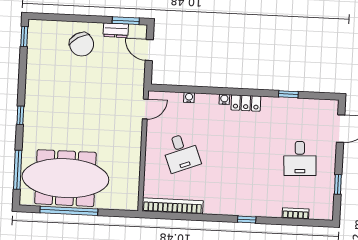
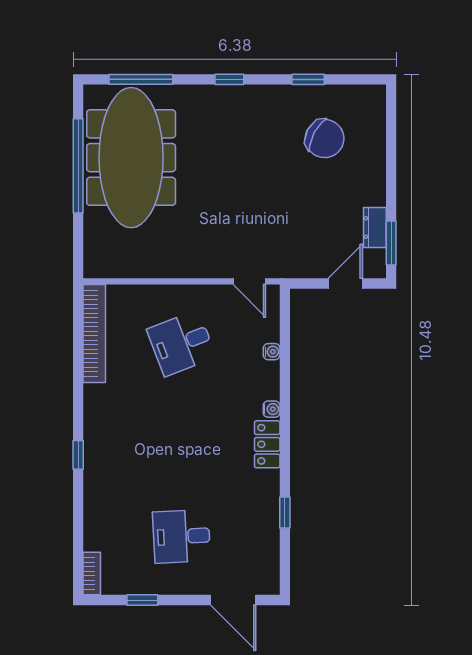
window: (24, 37) -> (308, 79), moved
chair: (82, 44) -> (325, 139), moved, turned -122
bookcase: (296, 214) -> (92, 573), moved

